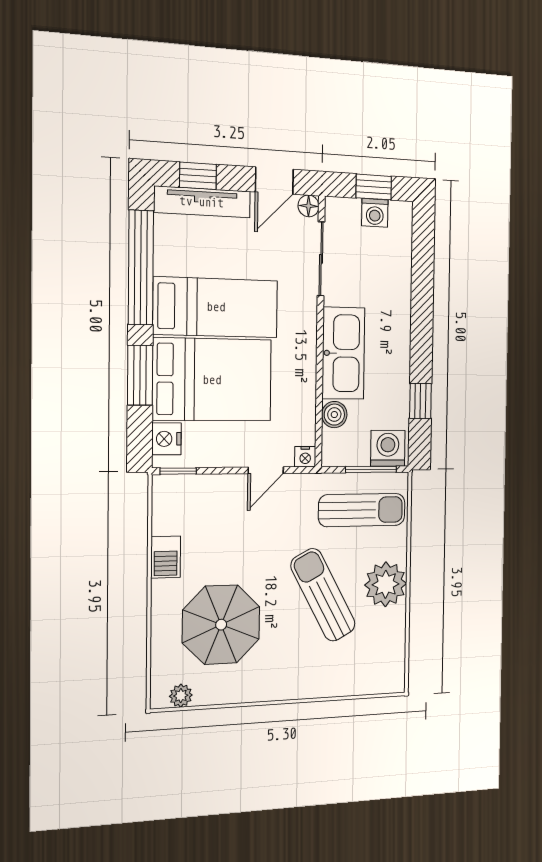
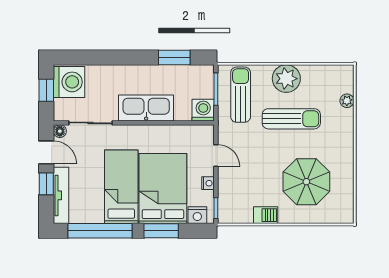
window: (198, 176) -> (46, 184), moved
washing machine: (375, 213) -> (69, 82), width x1.89, depth x1.89
window: (420, 401) -> (174, 58), width x1.50
boiler: (334, 415) -> (183, 113), removed
washing machine: (388, 448) -> (203, 110), moved, turned 90
nightstand: (305, 457) -> (208, 183), moved
sun lounger: (323, 595) -> (291, 119), turned -152
plant: (181, 696) -> (347, 101), moved

